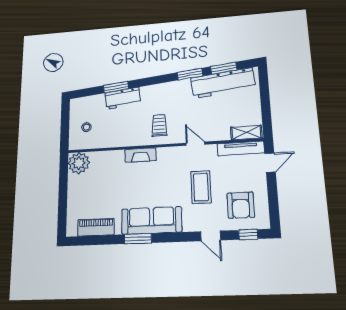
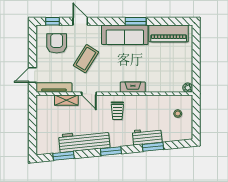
window: (190, 74) -> (111, 151), moved
workbench: (223, 83) -> (84, 141), moved
shelving: (246, 133) -> (66, 100), moved
plant: (79, 163) -> (188, 88), width x0.53, depth x0.53
coffee table: (201, 187) -> (86, 59), turned 32
piano: (96, 227) -> (169, 33), width x1.37, depth x1.33

